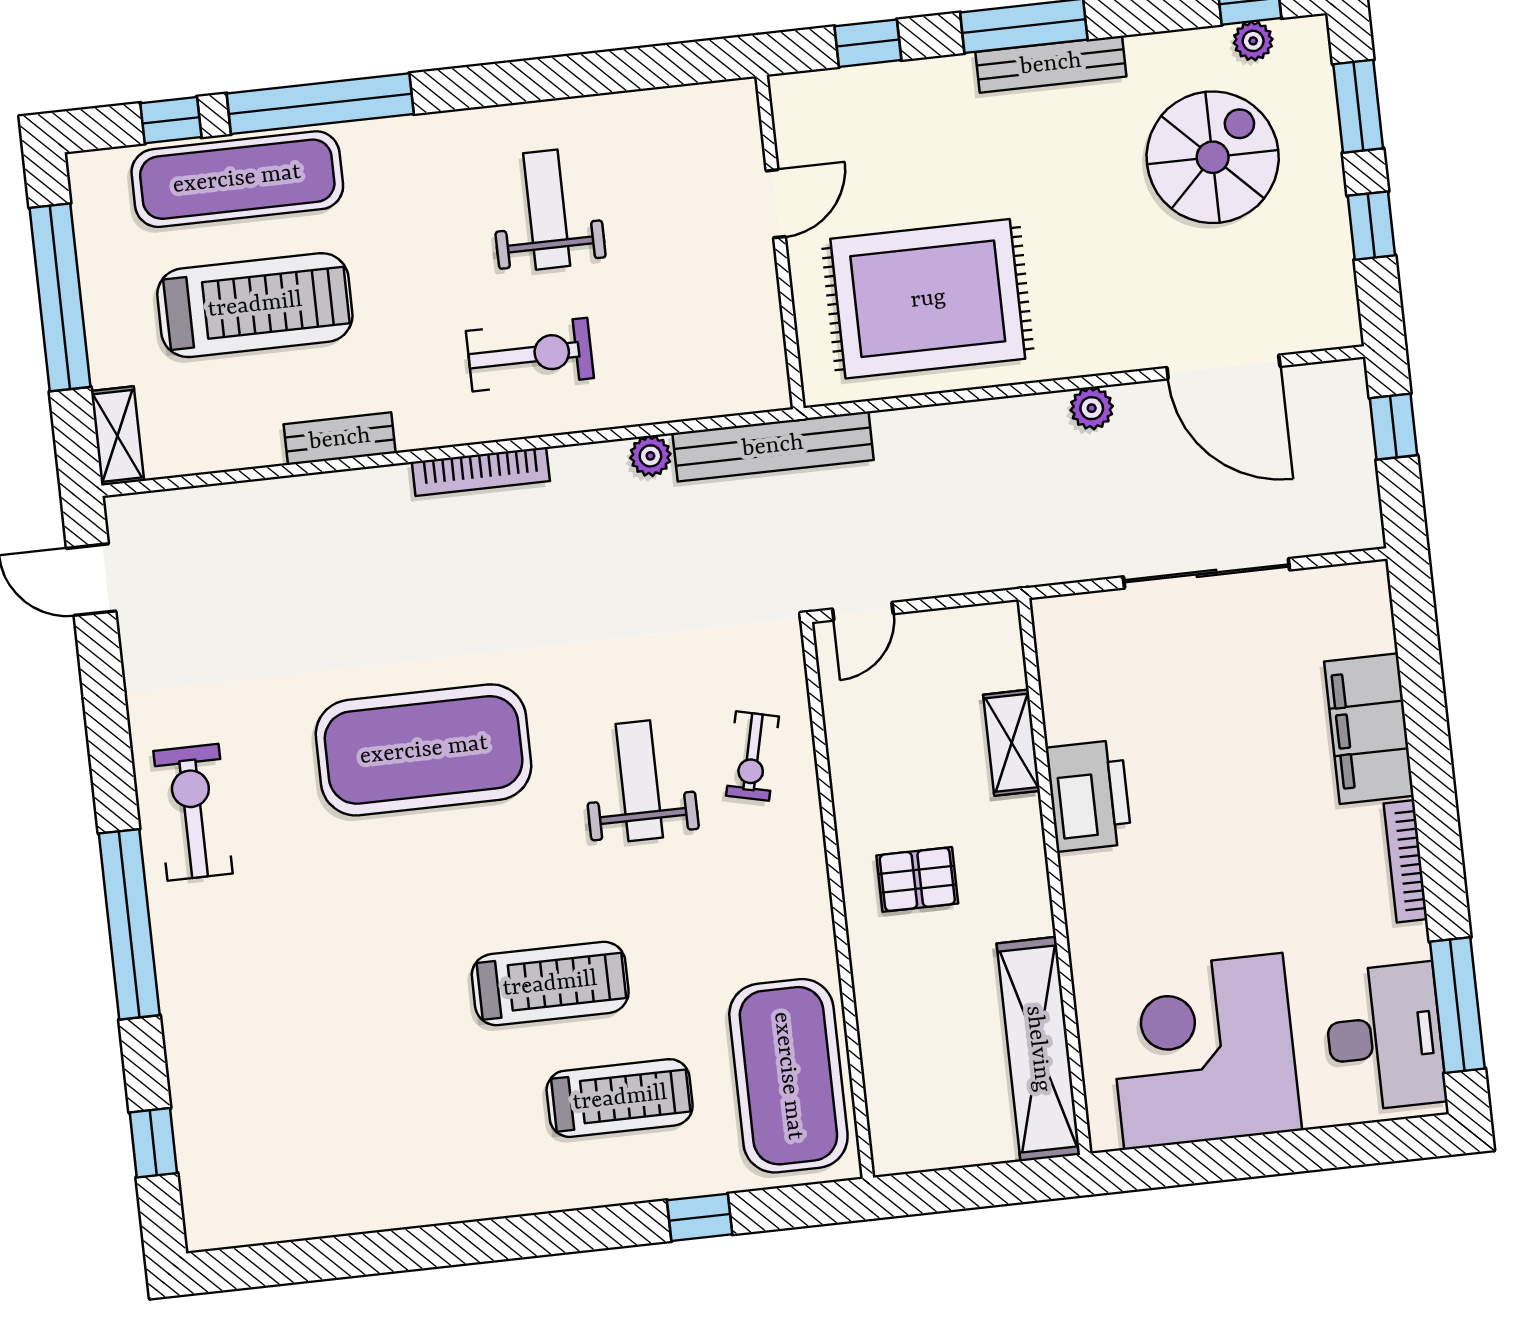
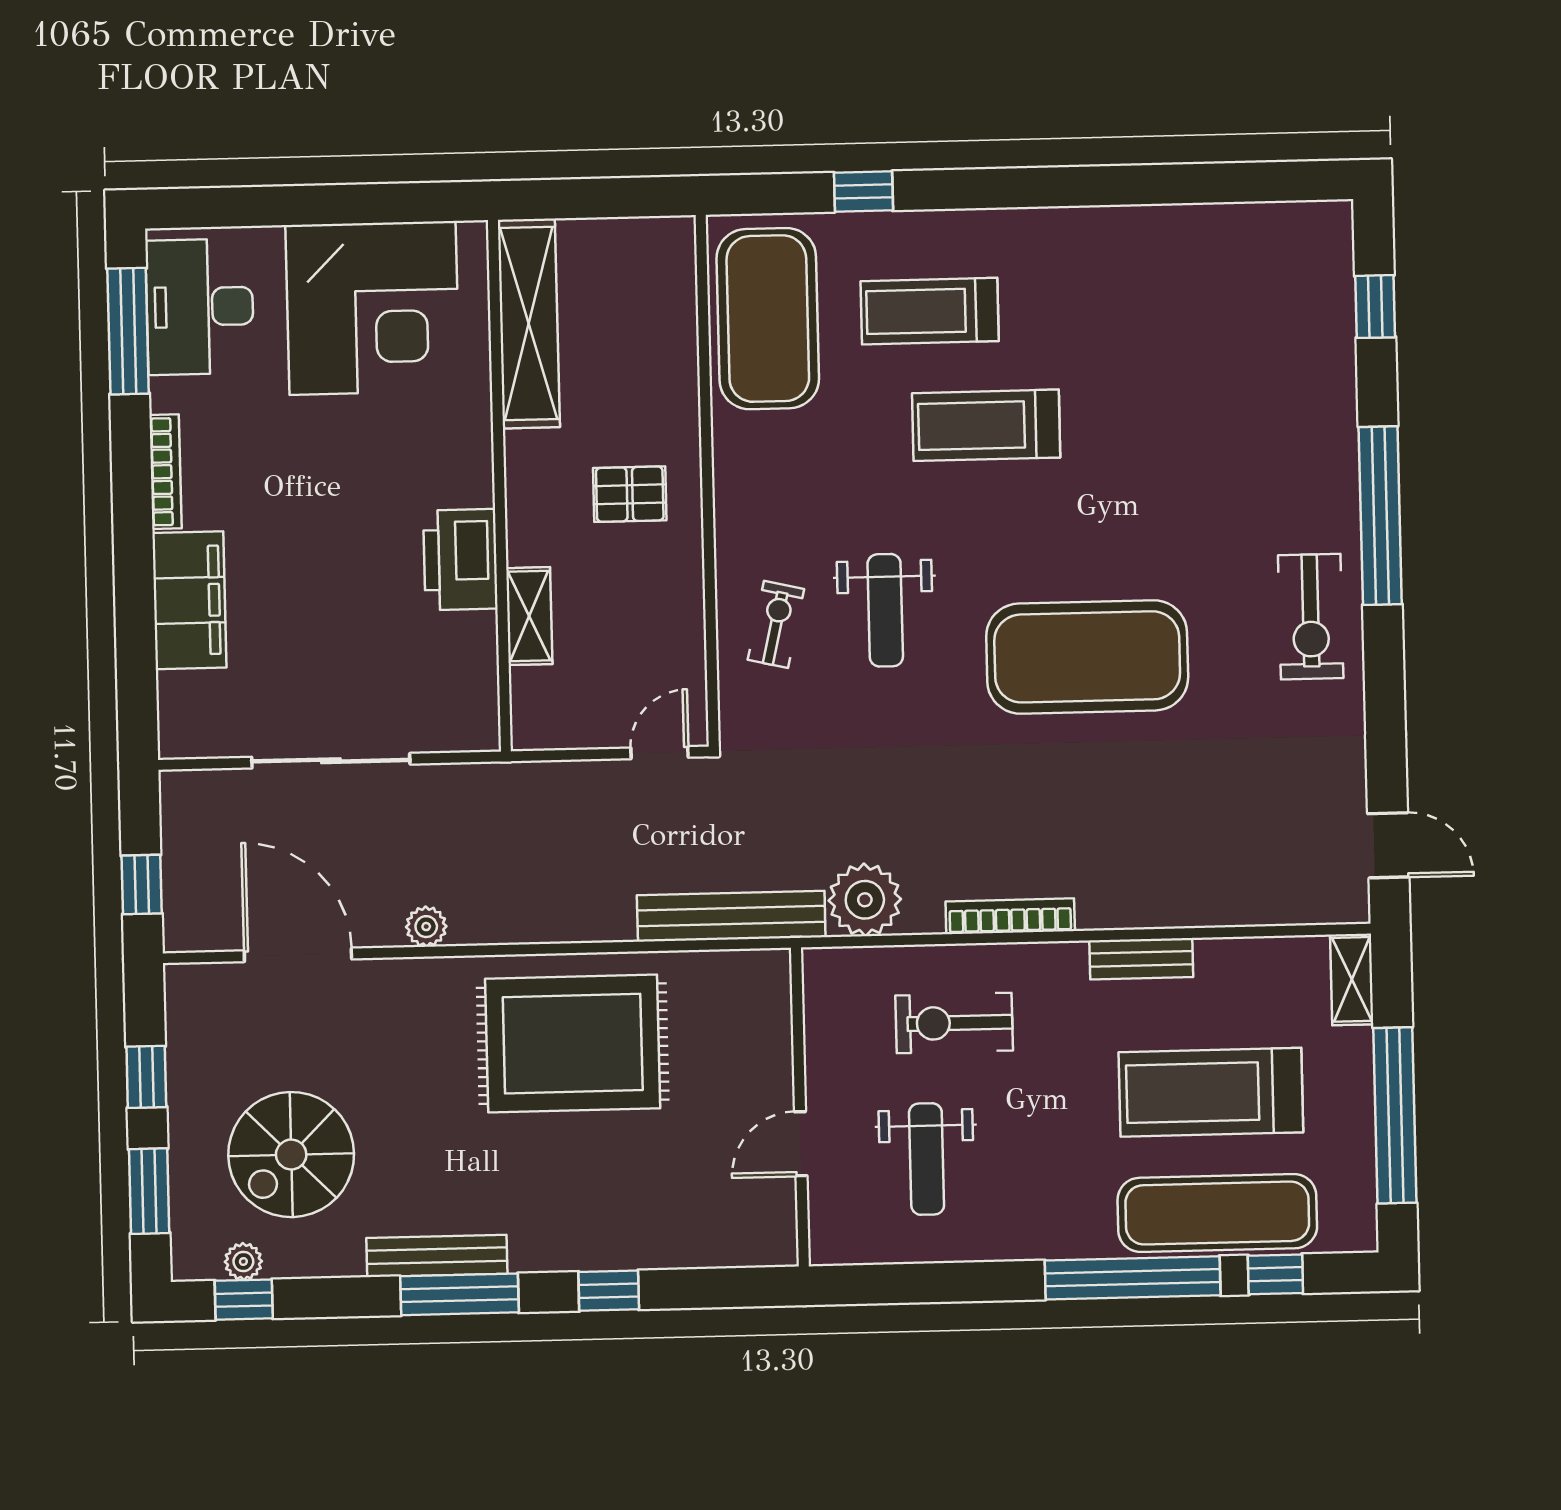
door: (776, 204) -> (801, 1144), moved
wall: (780, 242) -> (800, 1107), moved
plant: (650, 456) -> (865, 900), width x1.88, depth x1.88

